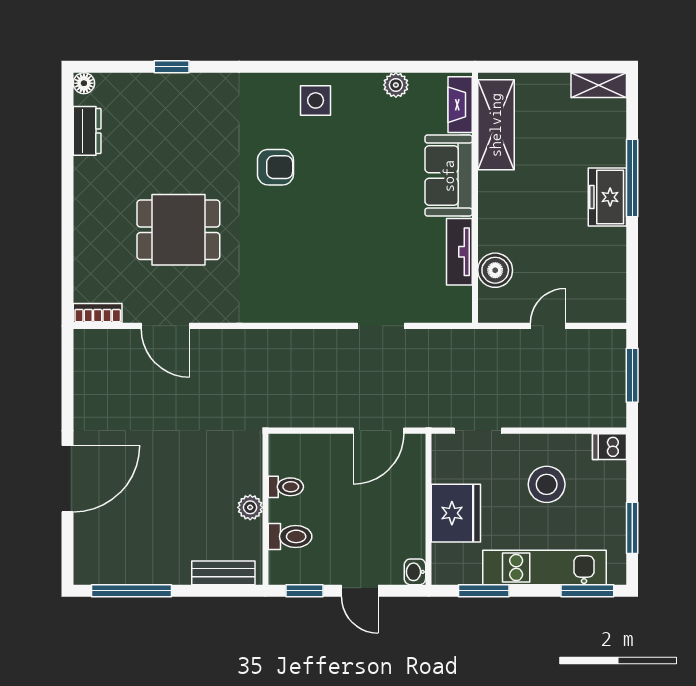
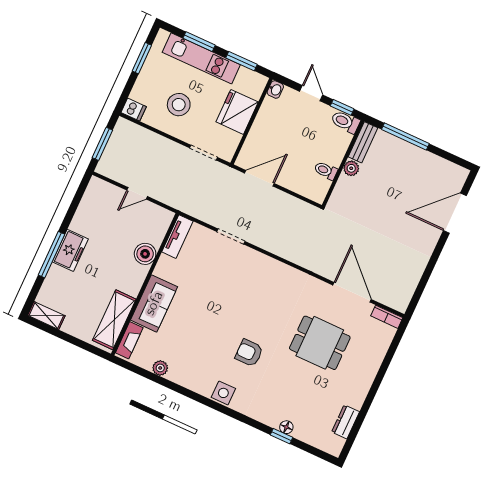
floor lamp: (84, 83) -> (286, 427), moved
side table: (316, 100) -> (223, 393), moved
tv unit: (459, 252) -> (177, 237), moved
boiler: (495, 270) -> (145, 254), moved
door: (165, 326) -> (352, 292), width x1.36
door: (68, 479) -> (455, 213), moved
toilet: (290, 536) -> (345, 122), moved
bench: (223, 573) -> (363, 142), moved, turned 90
window: (132, 591) -> (405, 137), moved
window: (587, 591) -> (199, 42), moved

